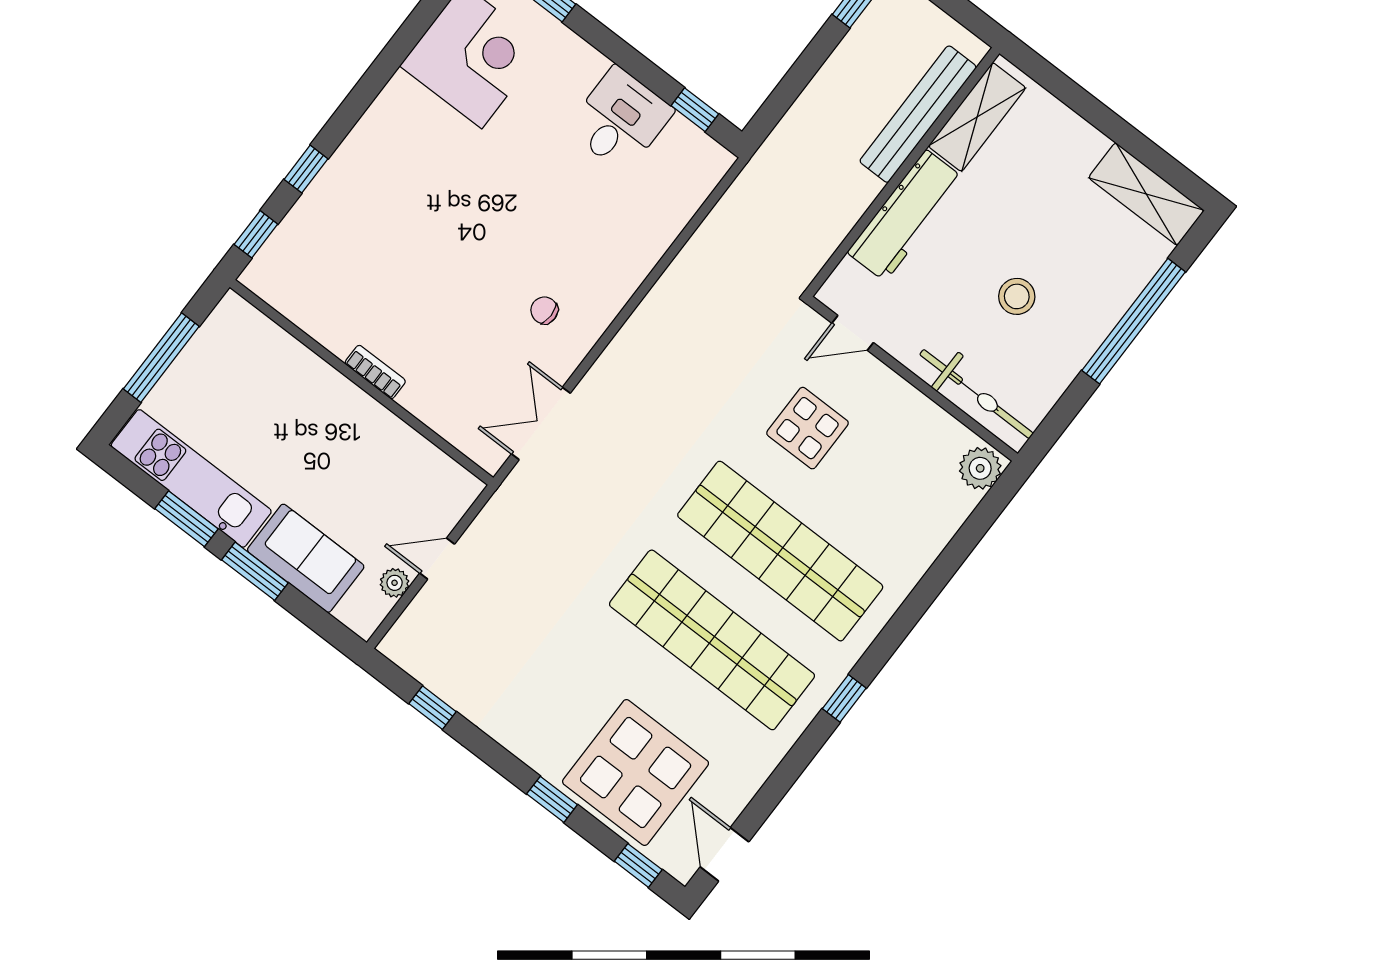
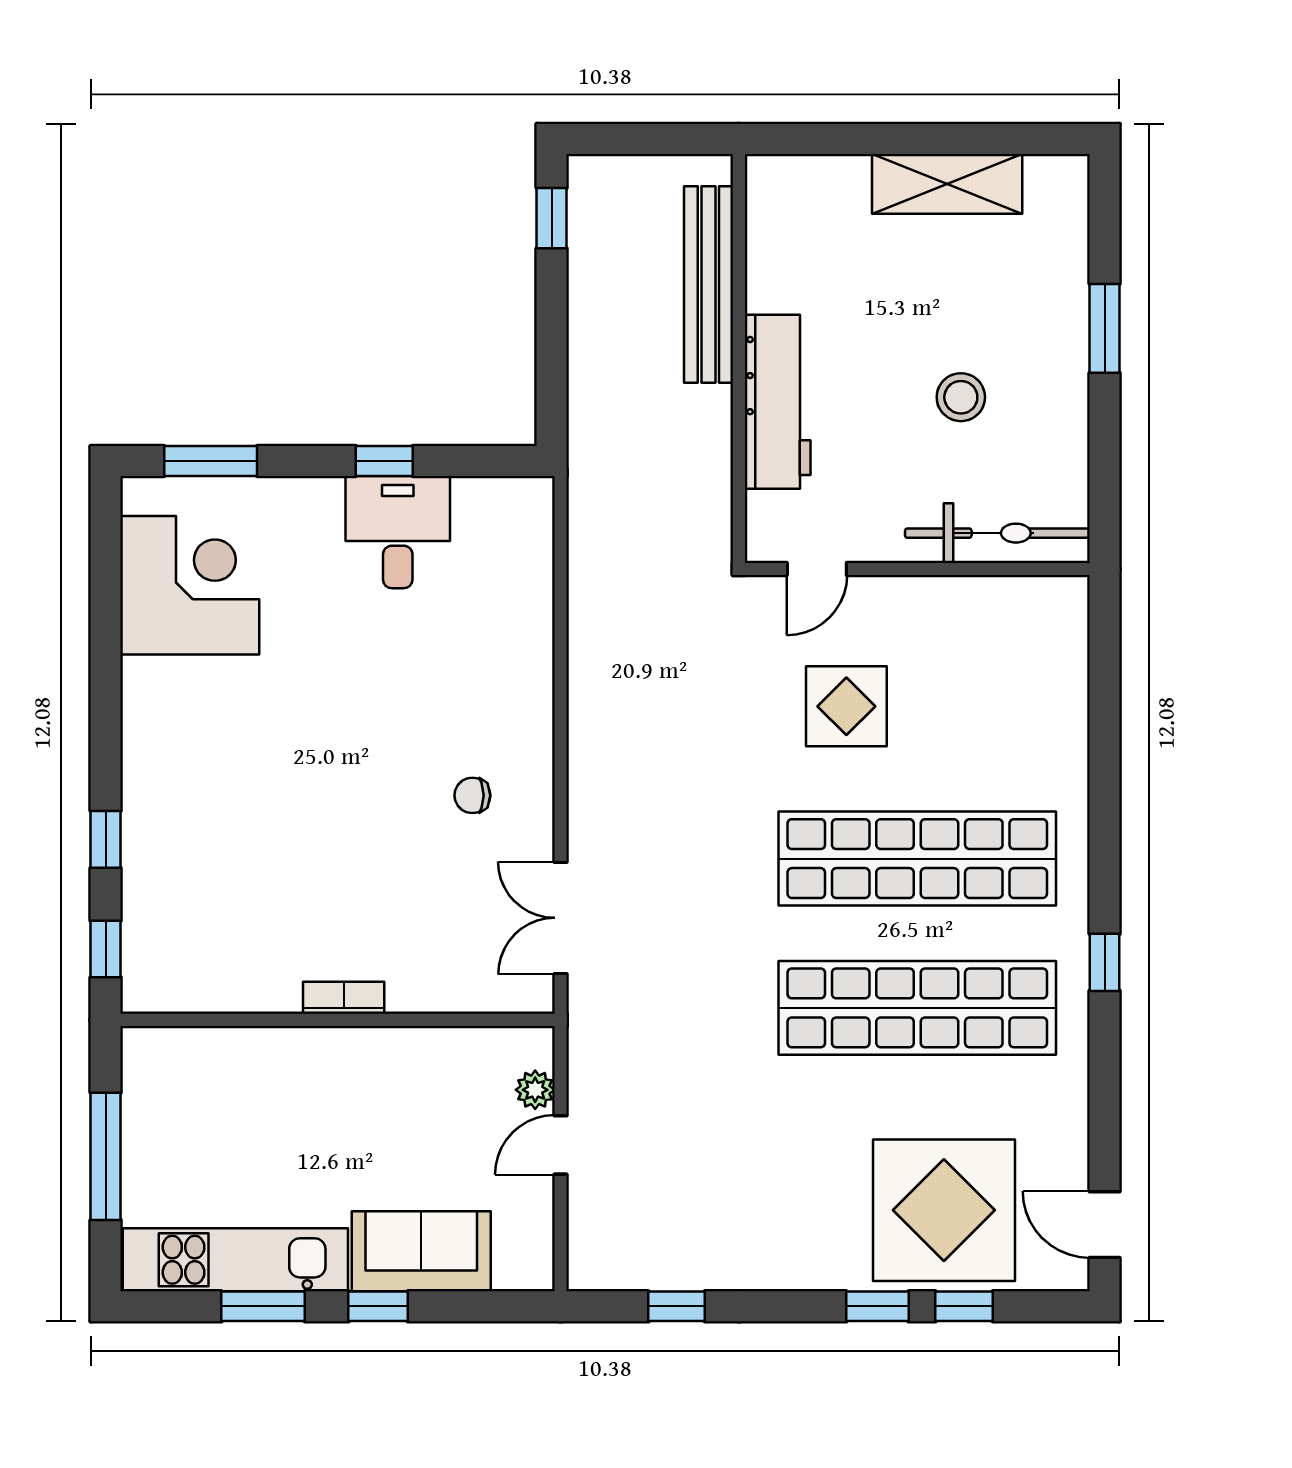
window: (695, 110) -> (384, 461), moved
shelving: (977, 117) -> (773, 240), removed
shelving: (1146, 194) -> (947, 184), moved
window: (1134, 321) -> (1105, 328), width x0.47
plant: (980, 468) -> (1062, 609), removed
window: (255, 571) -> (378, 1306), width x0.67
plant: (395, 583) -> (535, 1090), moved
window: (638, 865) -> (964, 1306), moved

